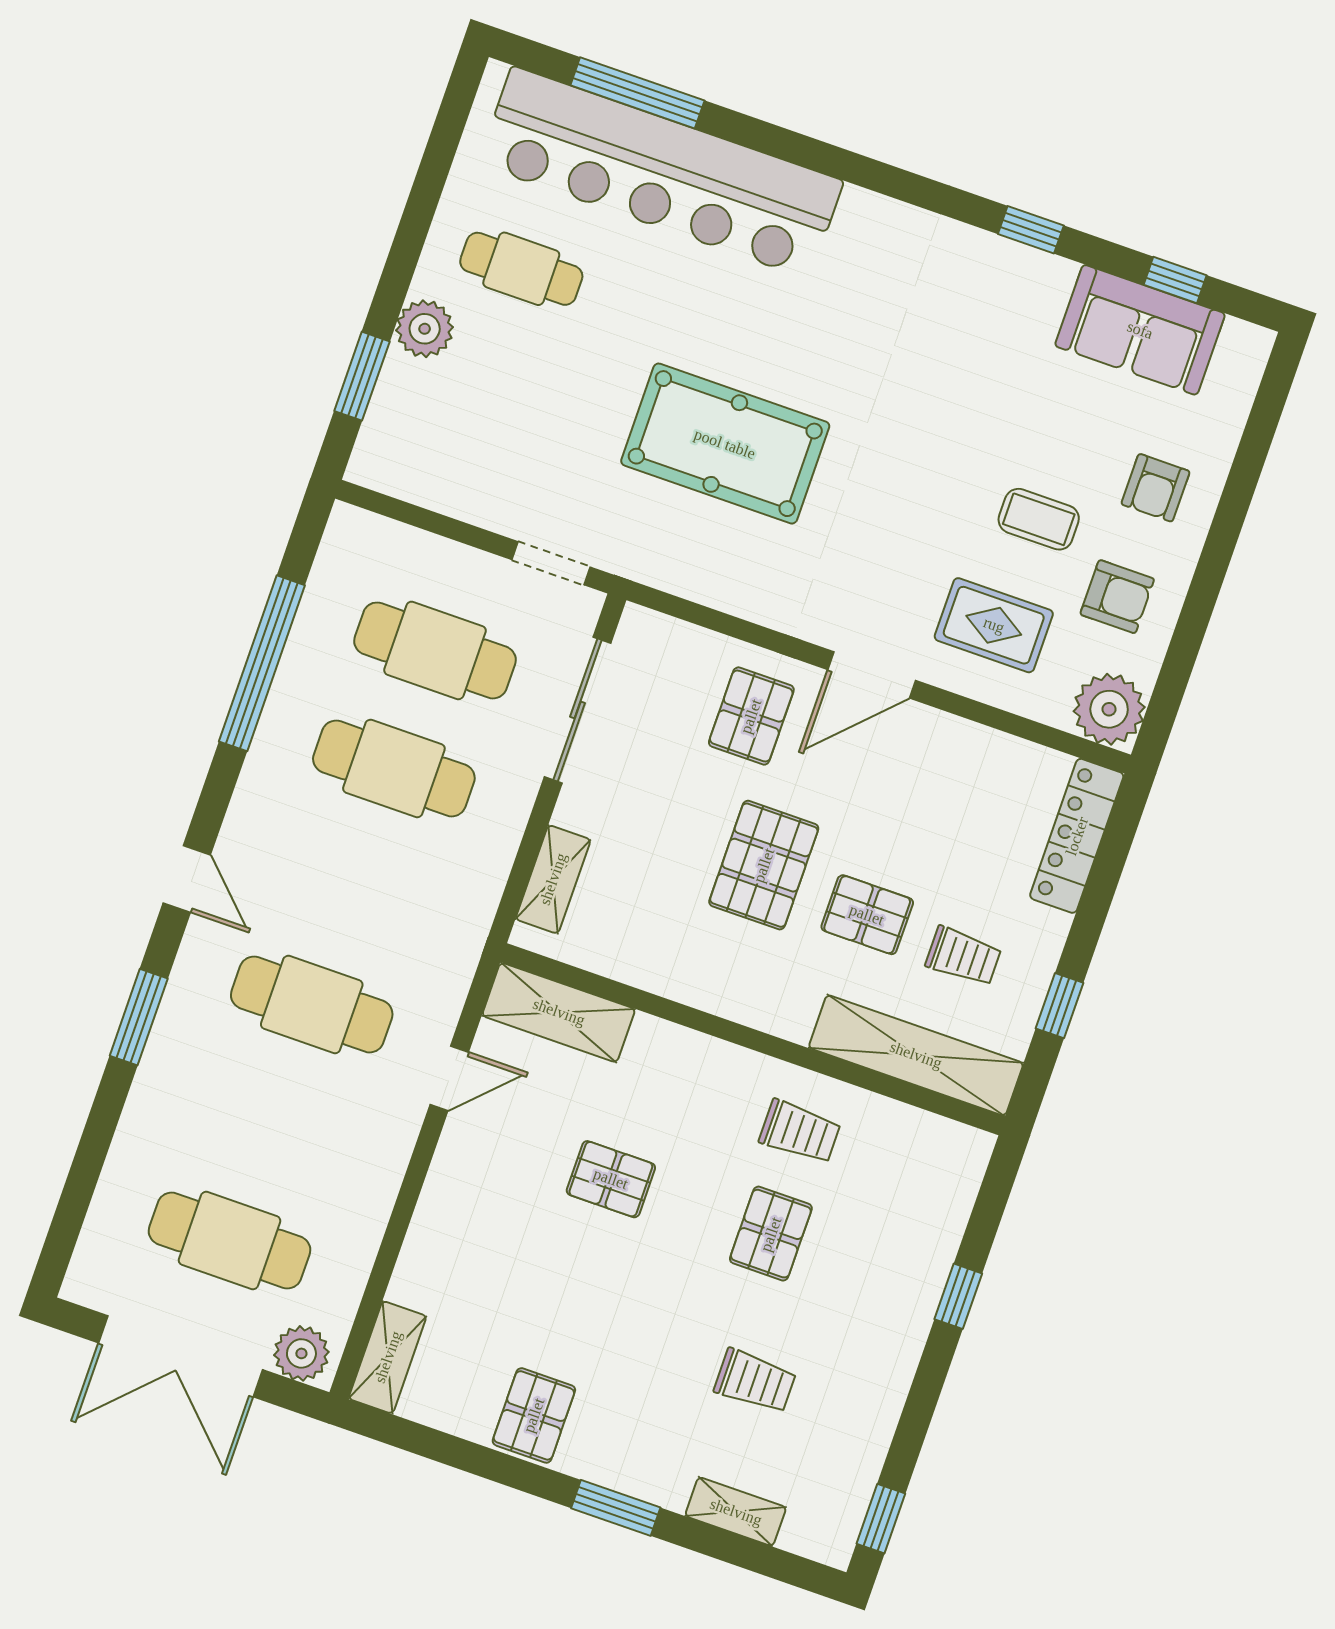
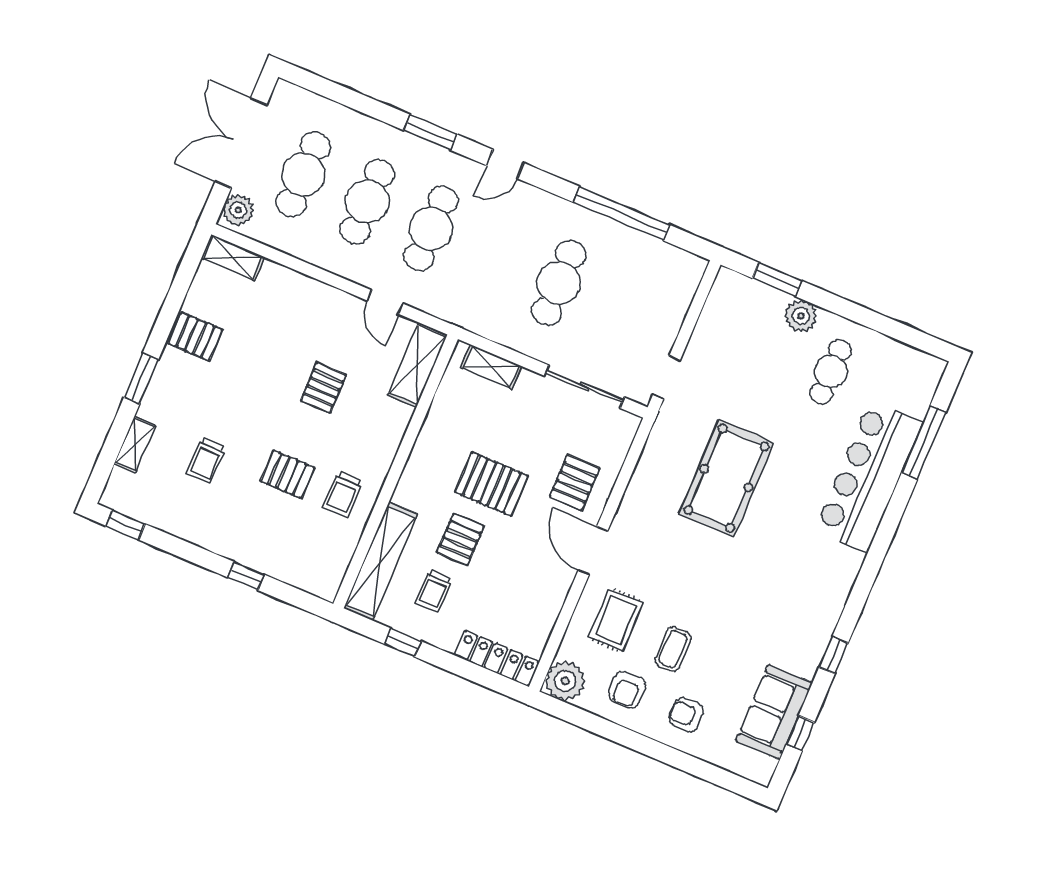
bar counter: (661, 172) -> (869, 476), width x0.73
cafe table: (435, 650) -> (367, 202), moved
pallet: (751, 716) -> (575, 483), turned 90

